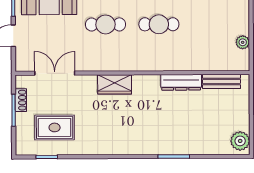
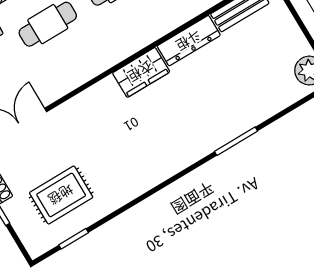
wardrobe: (115, 84) -> (141, 72), moved

